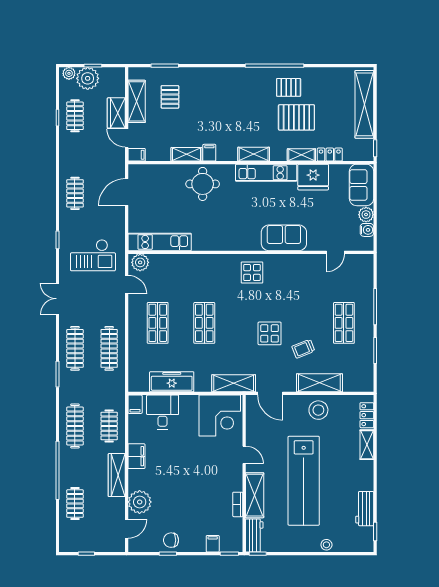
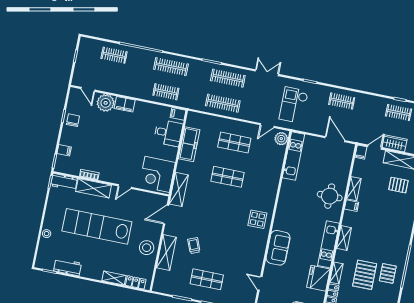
display table: (270, 333) -> (210, 223), removed
filing cabinet: (136, 456) -> (125, 104), moved
wardrobe: (117, 475) -> (129, 90), removed

